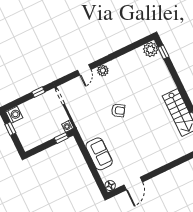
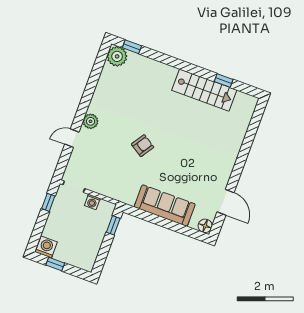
door: (84, 70) -> (72, 138), swing flipped
washing machine: (68, 126) -> (92, 202), moved
sofa: (99, 154) -> (165, 205), width x1.36

